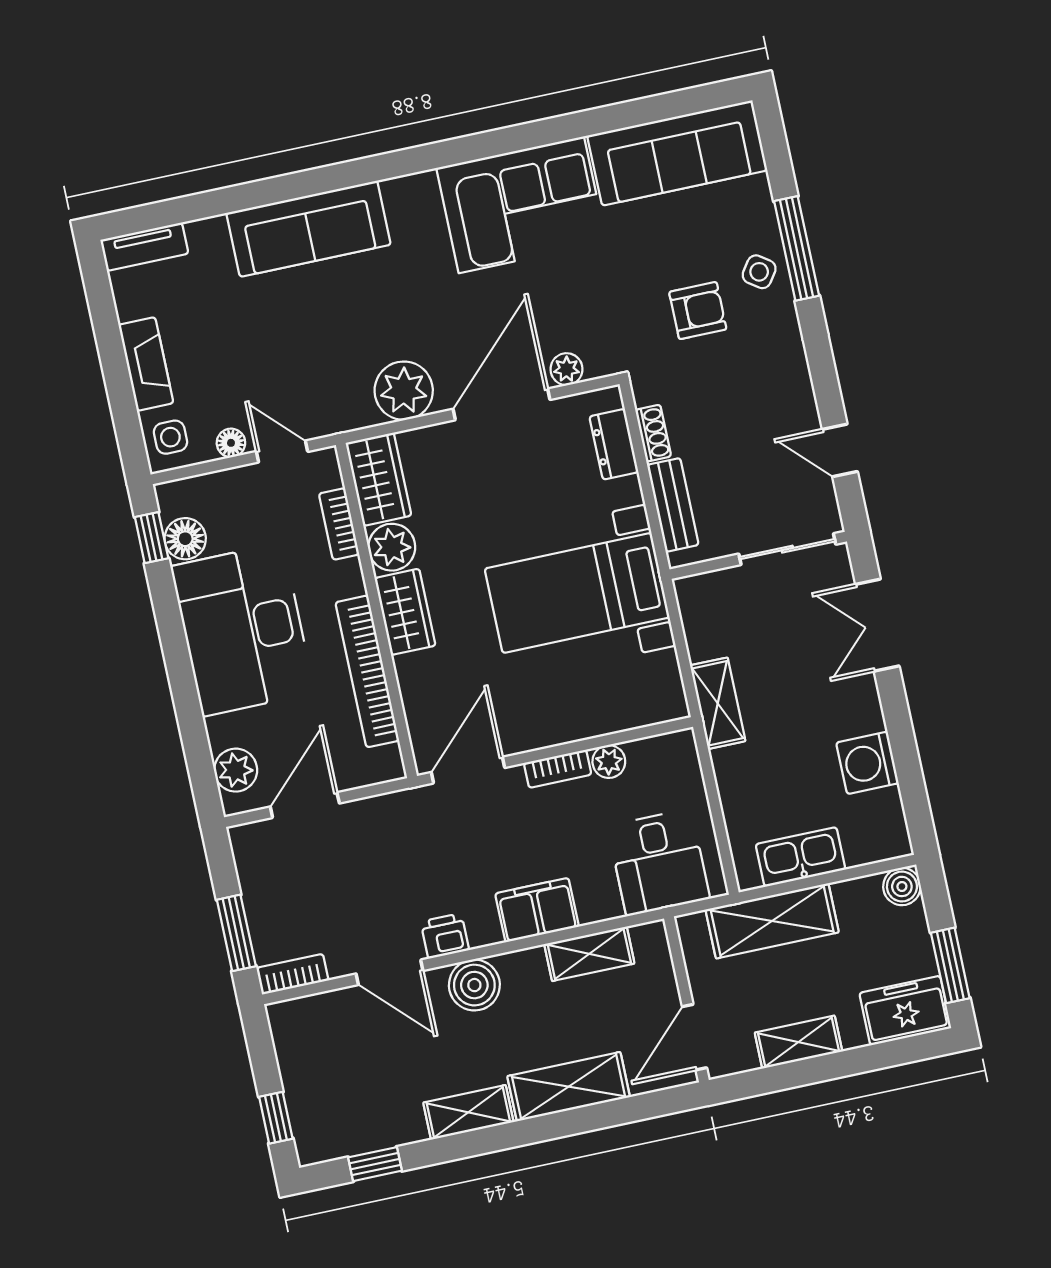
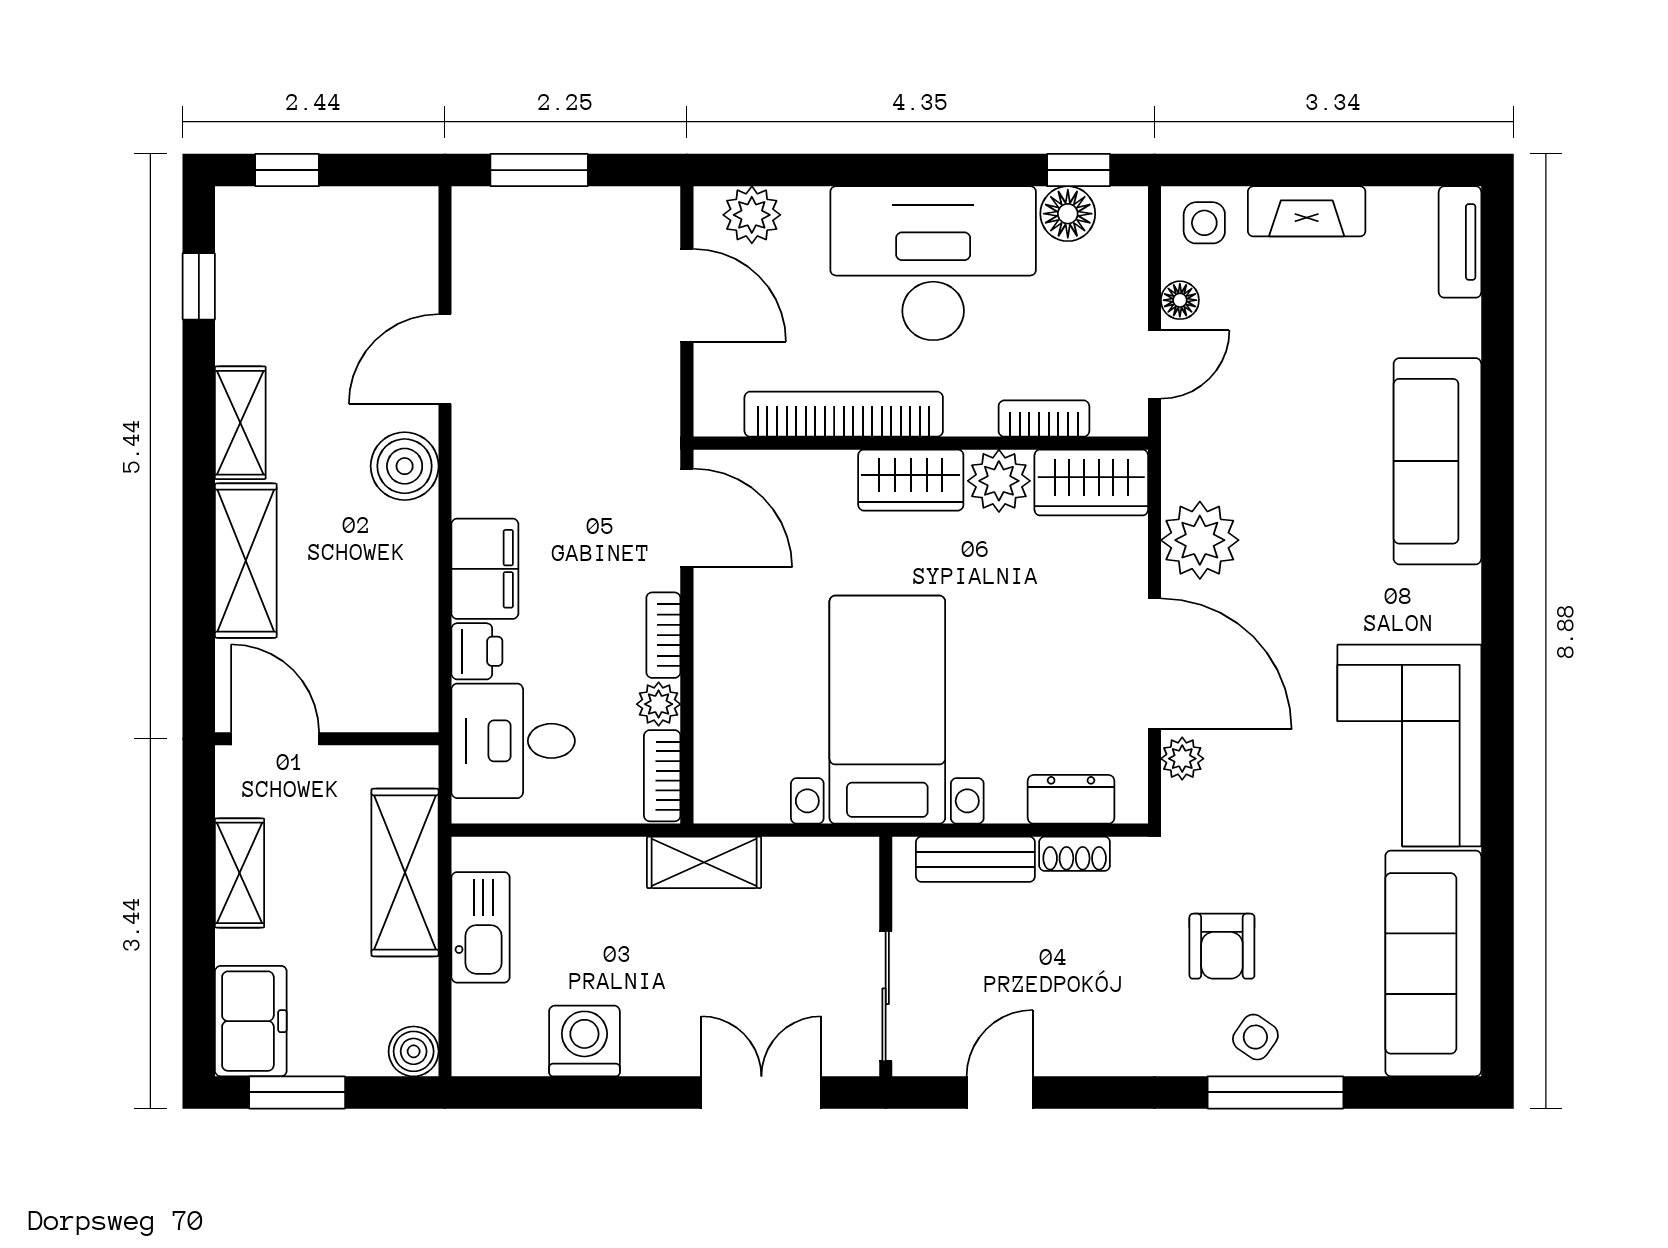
printer: (445, 936) -> (477, 651), moved
shelving: (589, 954) -> (413, 625), removed
bookcase: (292, 974) -> (662, 776), moved, turned 180

